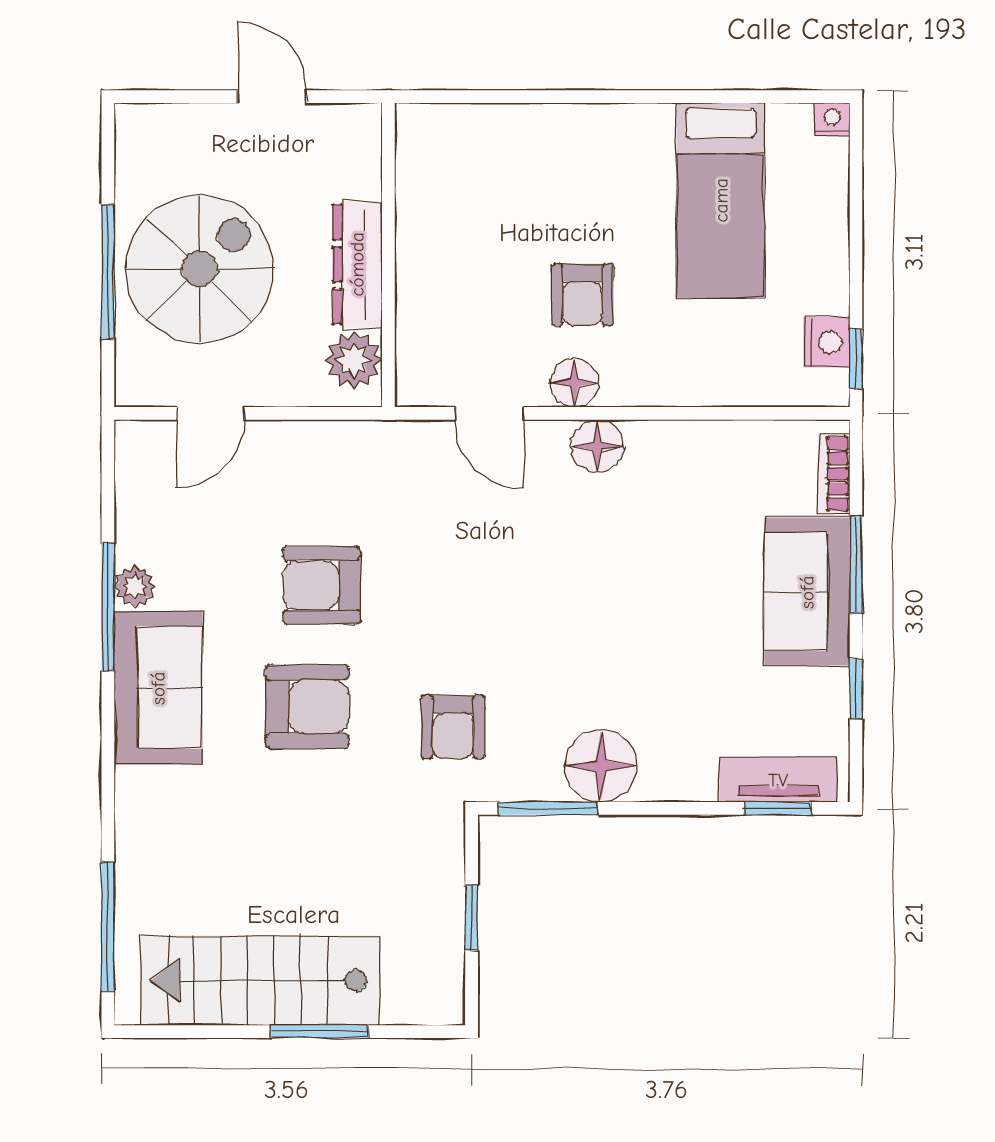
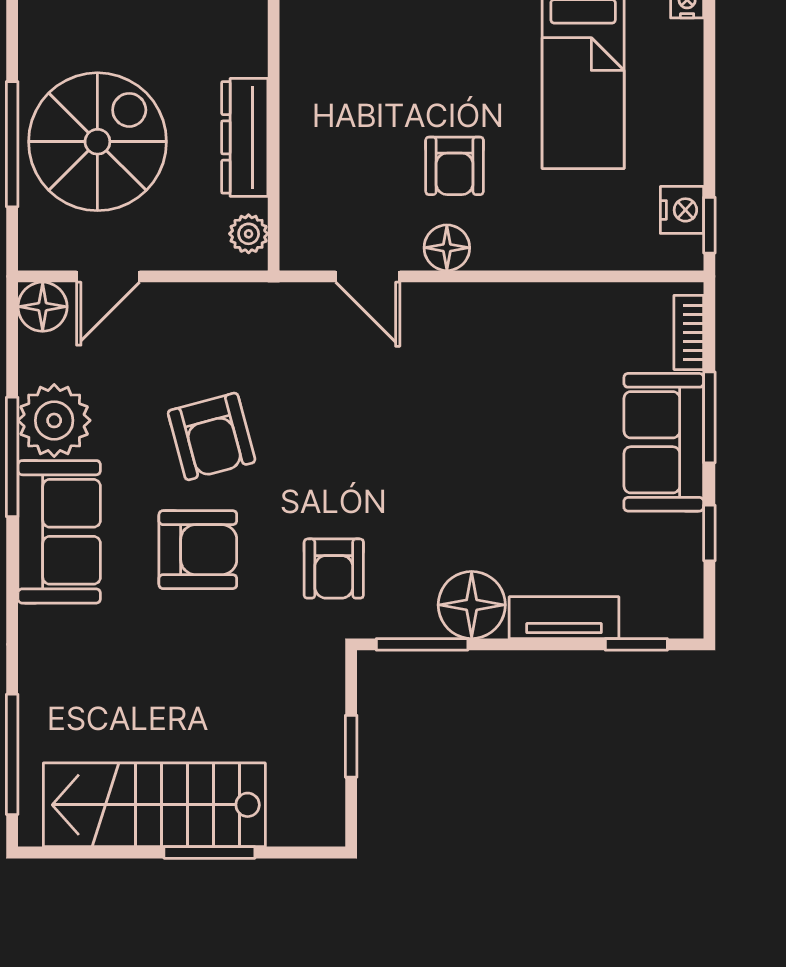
plant: (354, 360) -> (249, 234), width x0.73, depth x0.73
floor lamp: (597, 446) -> (43, 307), moved
armchair: (322, 585) -> (212, 436), turned -105
plant: (135, 586) -> (54, 420), width x1.88, depth x1.88
tv unit: (778, 780) -> (564, 618), moved

